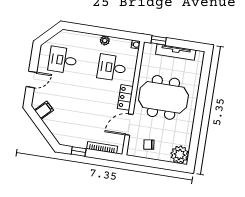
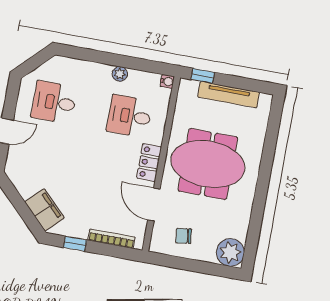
filing cabinet: (44, 110) -> (45, 210), moved, width x2.00
door: (129, 125) -> (154, 205), hinge flipped

